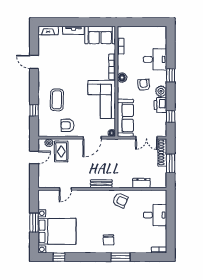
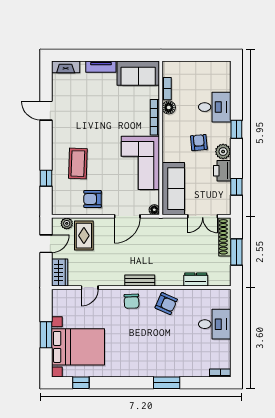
floor lamp: (122, 78) -> (169, 107), moved
wardrobe: (44, 178) -> (60, 273), added
chair: (109, 240) -> (132, 301), moved

